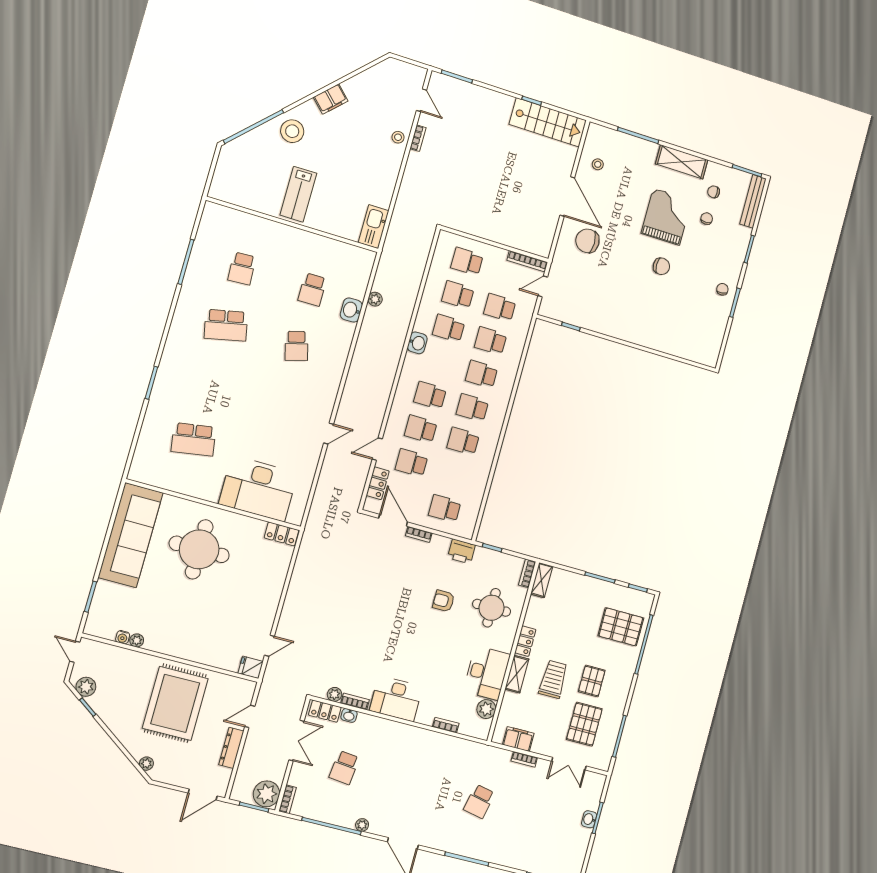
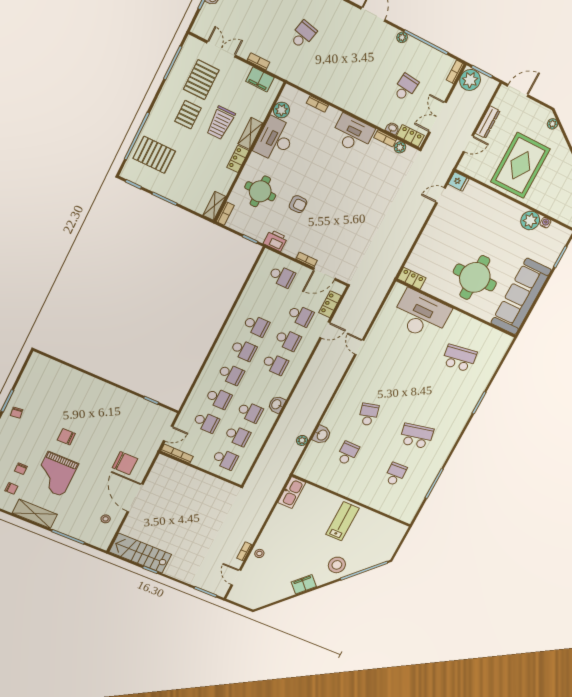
door: (329, 434) -> (359, 347), hinge flipped
door: (393, 520) -> (324, 274), hinge flipped
plant: (137, 640) -> (530, 220), width x1.87, depth x1.87

